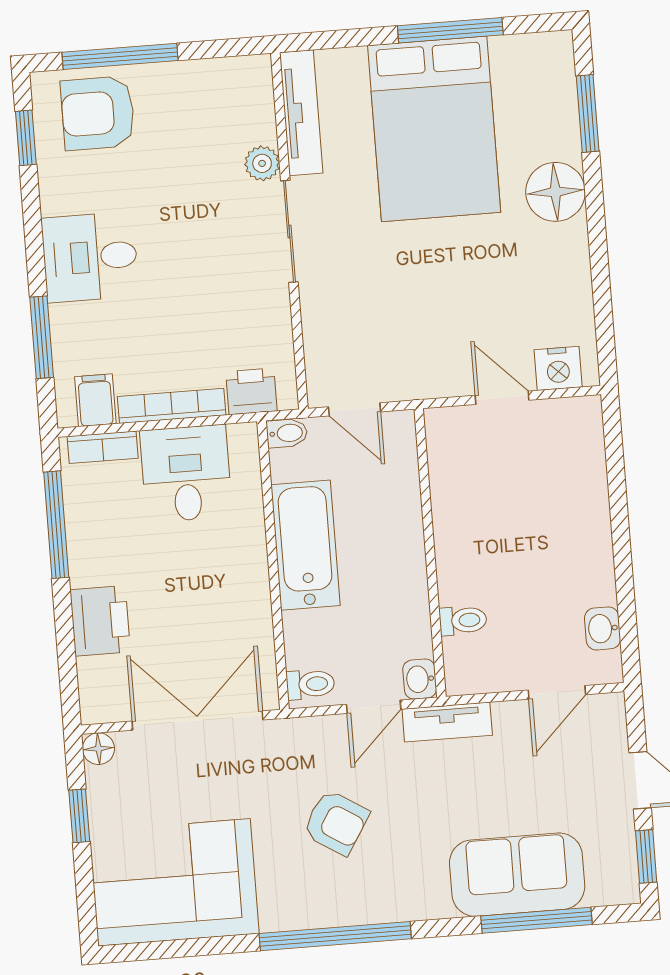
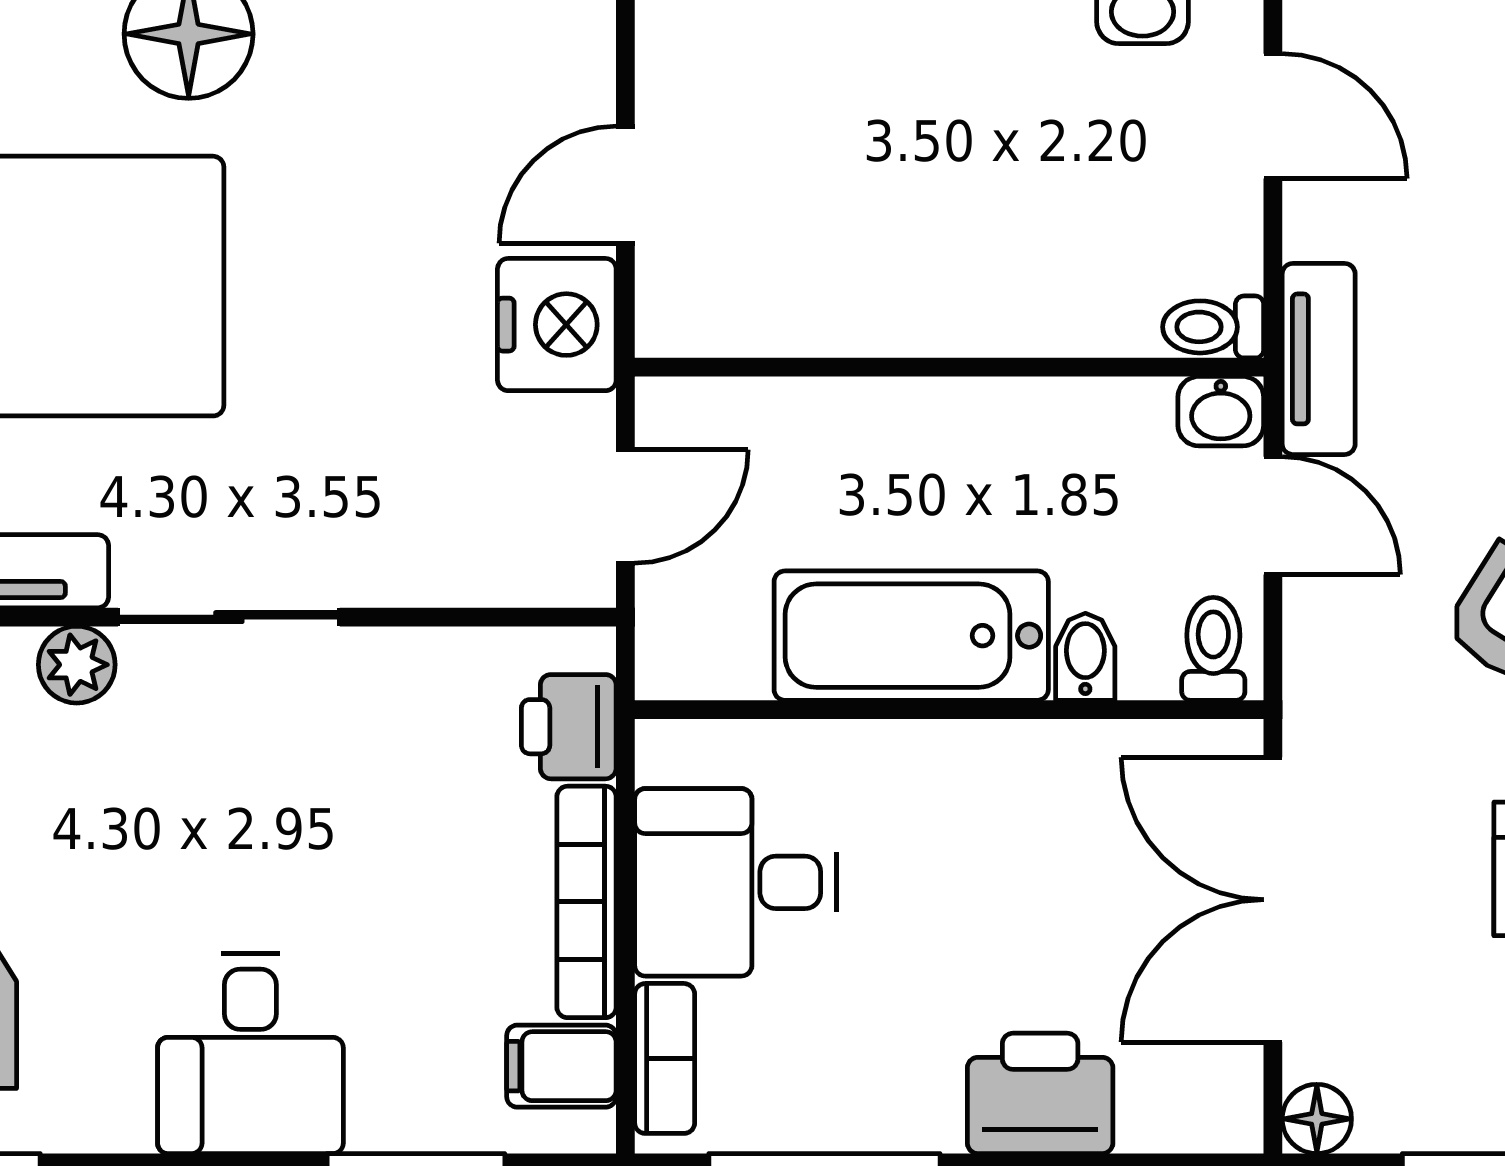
nightstand: (558, 368) -> (557, 325), moved, width x1.36, depth x1.33
bidet: (287, 433) -> (1085, 657), moved
toilet: (463, 620) -> (1213, 327), moved, turned -90

